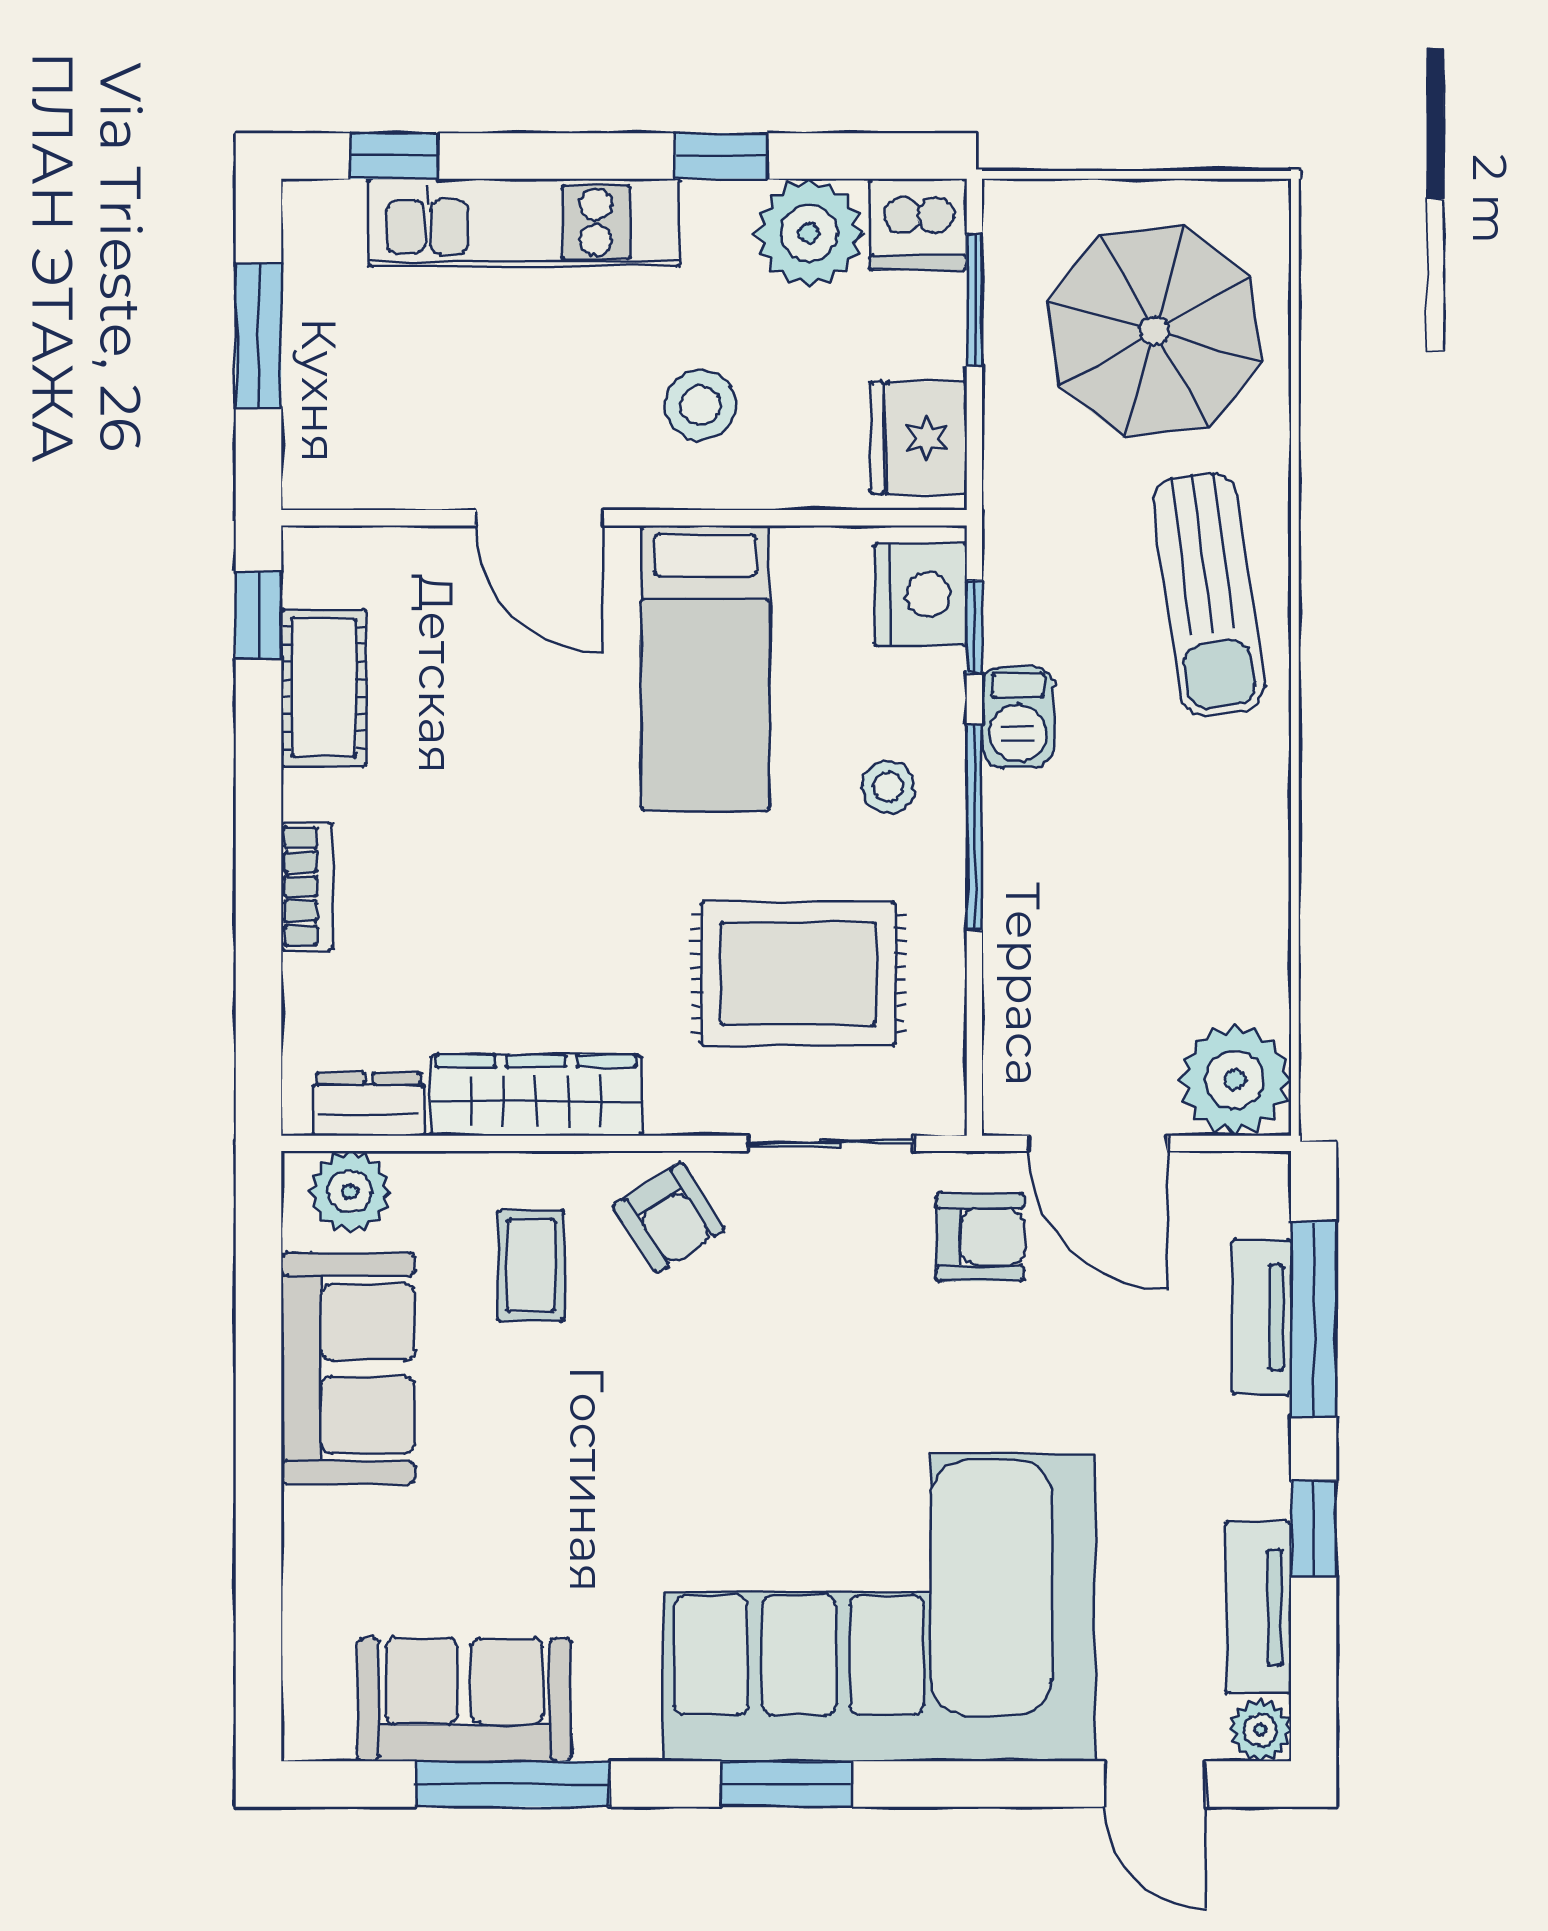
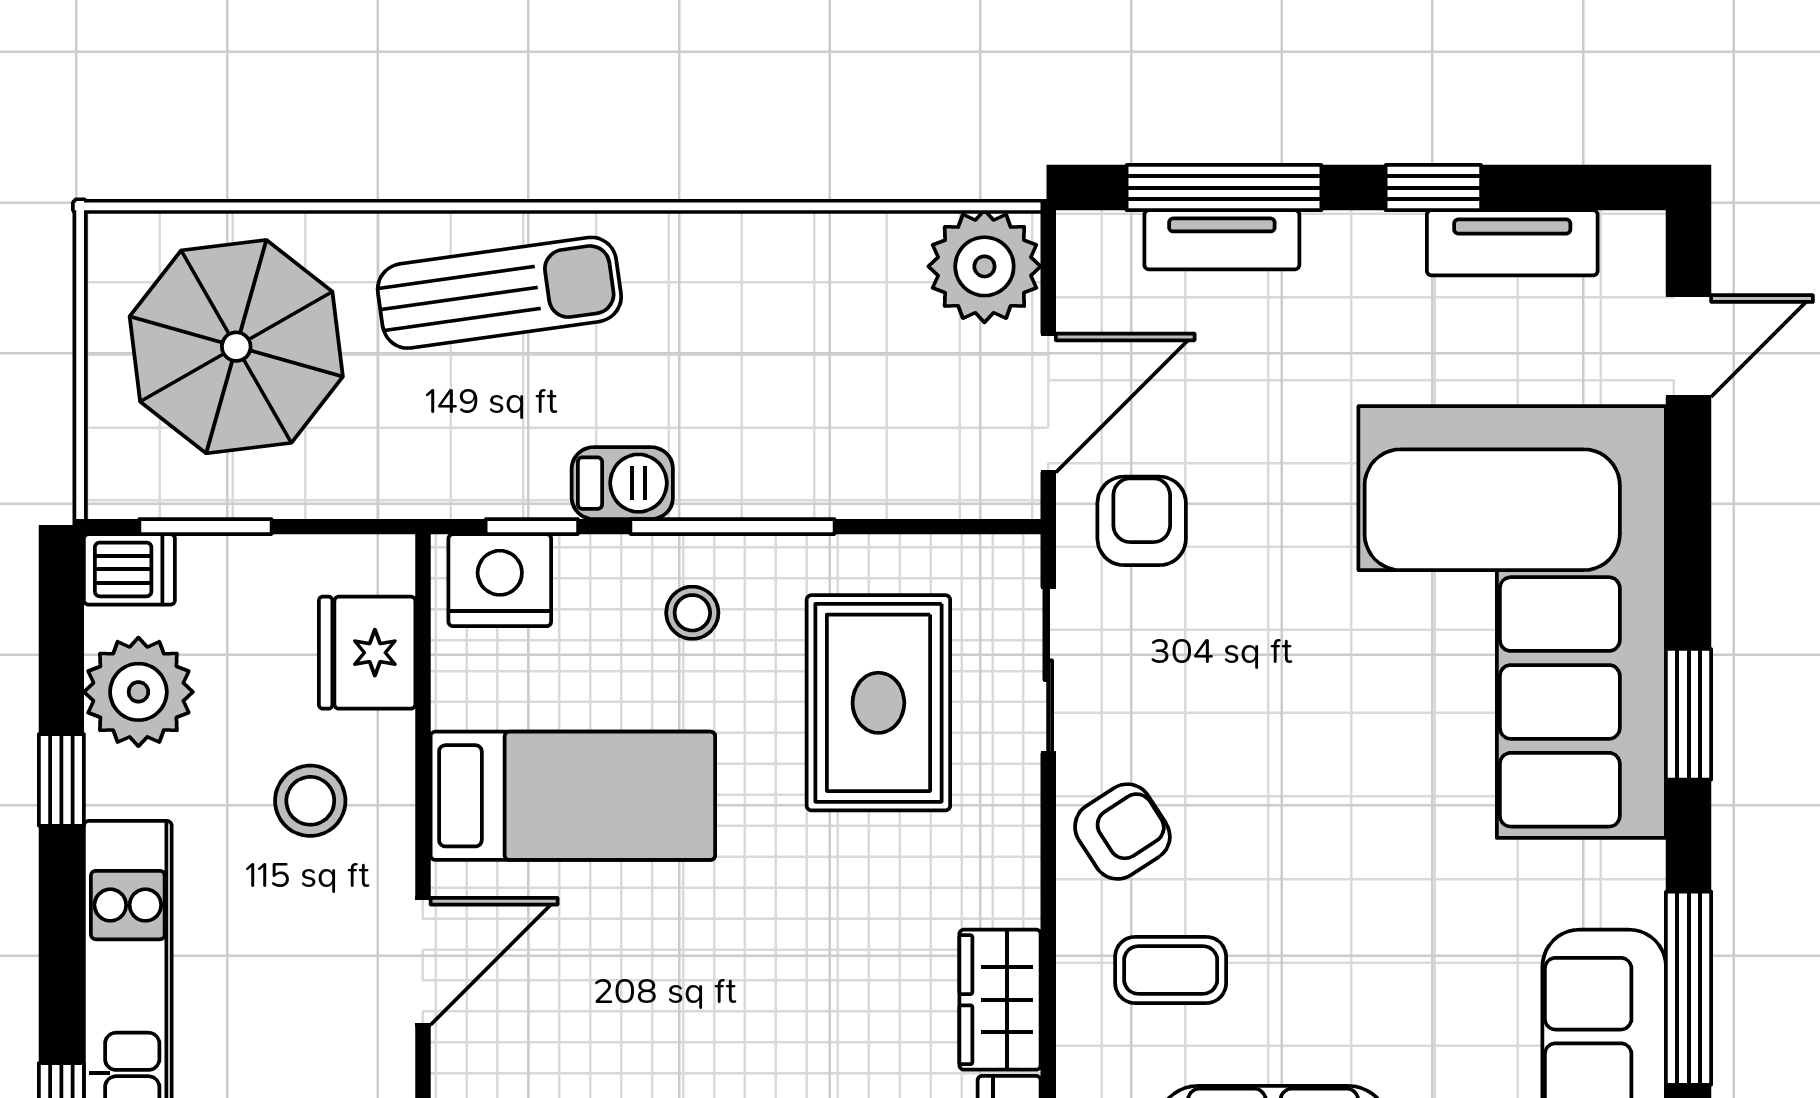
dishwasher: (918, 224) -> (129, 569), width x0.73
fridge: (919, 438) -> (367, 653), moved, turned 90
wardrobe: (536, 1095) -> (1000, 1000), width x0.67
plant: (1260, 1730) -> (1635, 241), removed

